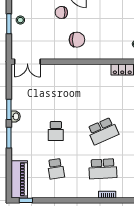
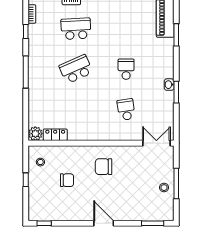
chair: (61, 12) -> (67, 180), moved
window: (9, 24) -> (176, 184), width x1.44
window: (9, 138) -> (176, 35), moved
school desk: (56, 169) -> (126, 109), moved

